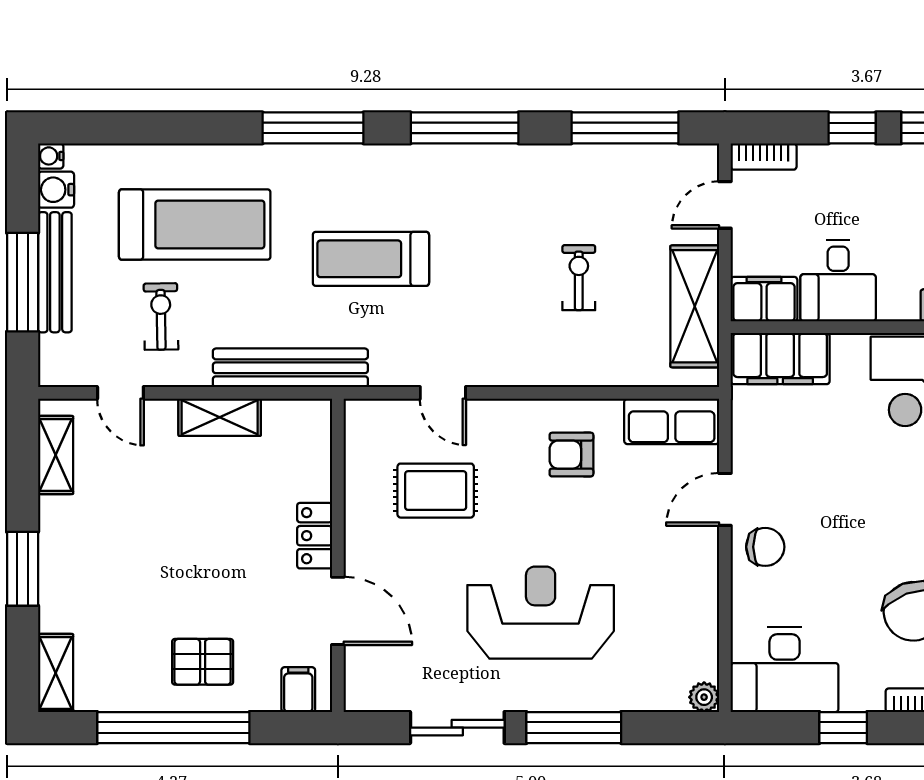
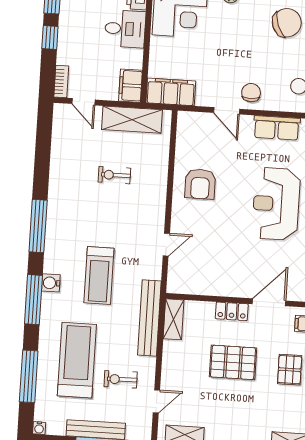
window: (625, 128) -> (29, 376), moved
water cooler: (56, 190) -> (51, 283), moved, turned 90
desk: (838, 281) -> (125, 29), moved
filing cabinet: (780, 359) -> (171, 92), moved, turned -90
shelving: (220, 417) -> (173, 319), moved
row of seats: (672, 421) -> (277, 128), moved, turned 90
armchair: (571, 455) -> (200, 184), width x1.38, depth x1.38
rug: (436, 491) -> (214, 251), removed
pallet: (210, 545) -> (233, 362), added

